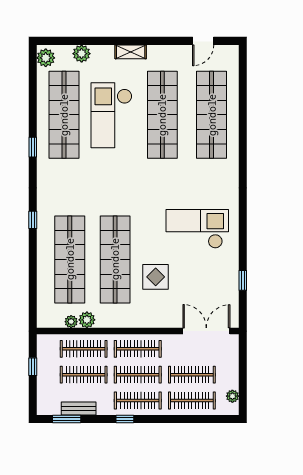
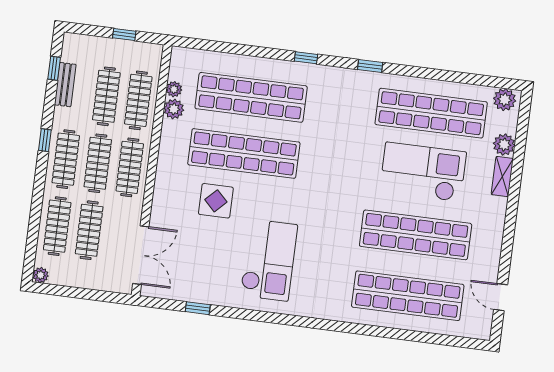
shelving: (131, 52) -> (502, 177), moved
window: (33, 147) -> (370, 66), moved
plant: (232, 396) -> (41, 275), moved
window: (67, 419) -> (54, 68), width x0.67

